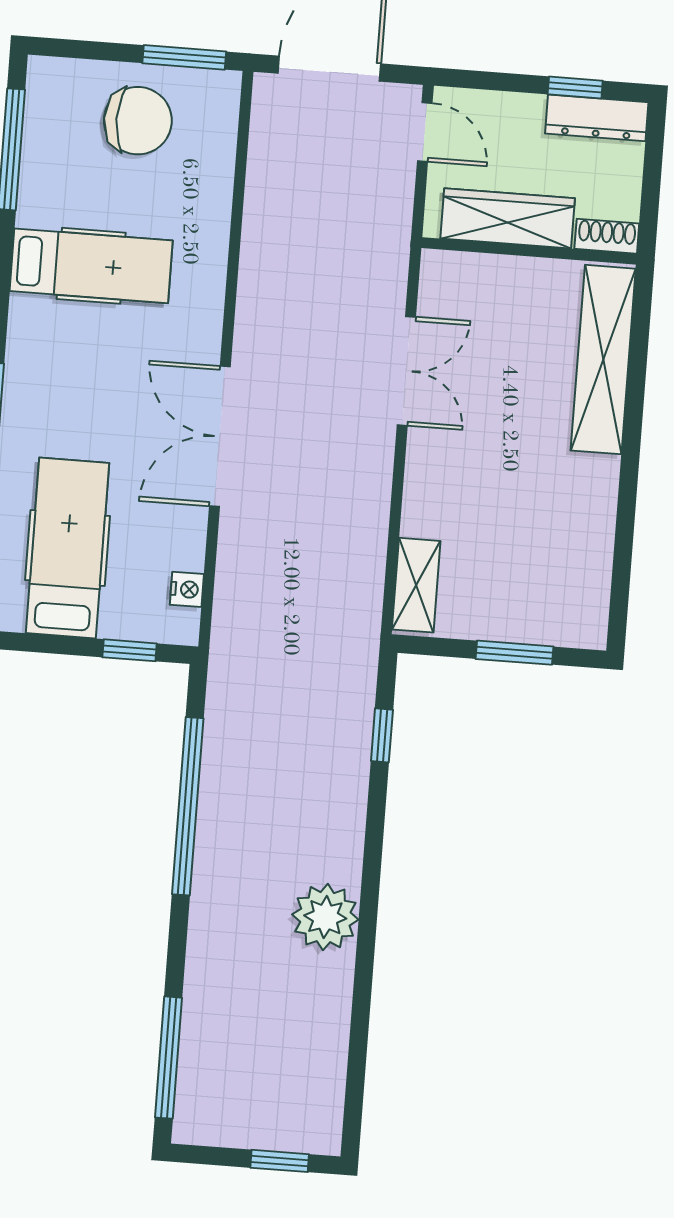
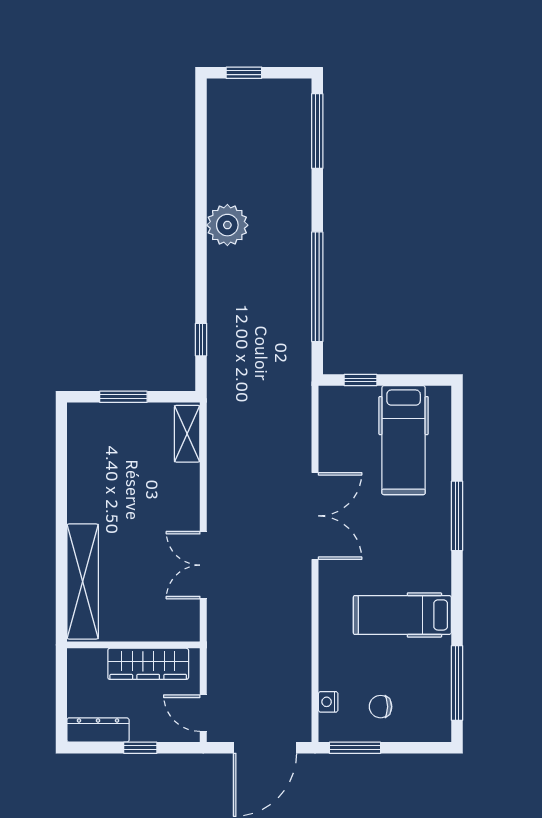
window: (575, 87) -> (140, 748), moved
chair: (138, 121) -> (381, 707), width x0.54, depth x0.54
shoe rack: (607, 236) -> (86, 658), removed
nightstand: (187, 589) -> (328, 702), moved

